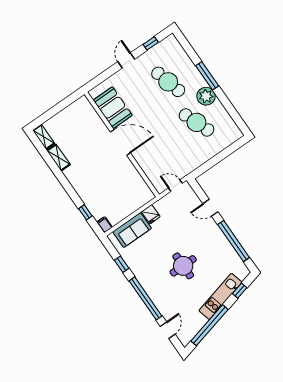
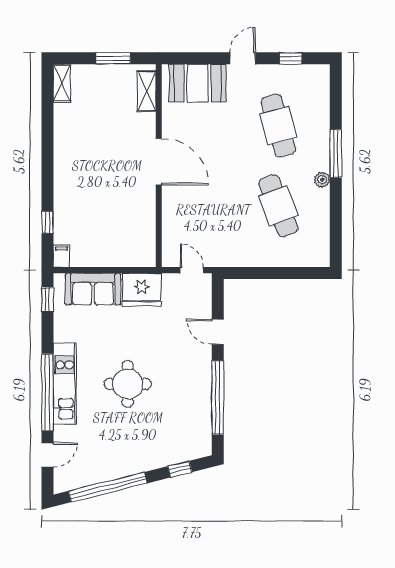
plant: (206, 96) -> (322, 180), width x0.53, depth x0.53
window: (61, 106) -> (113, 58), added
booth: (113, 108) -> (198, 83), moved, turned 90
shelving: (59, 158) -> (147, 91), moved
fridge: (151, 214) -> (142, 289), width x1.88, depth x1.34
window: (122, 264) -> (47, 300), moved
kitchen unit: (220, 296) -> (65, 383), moved, turned 104

